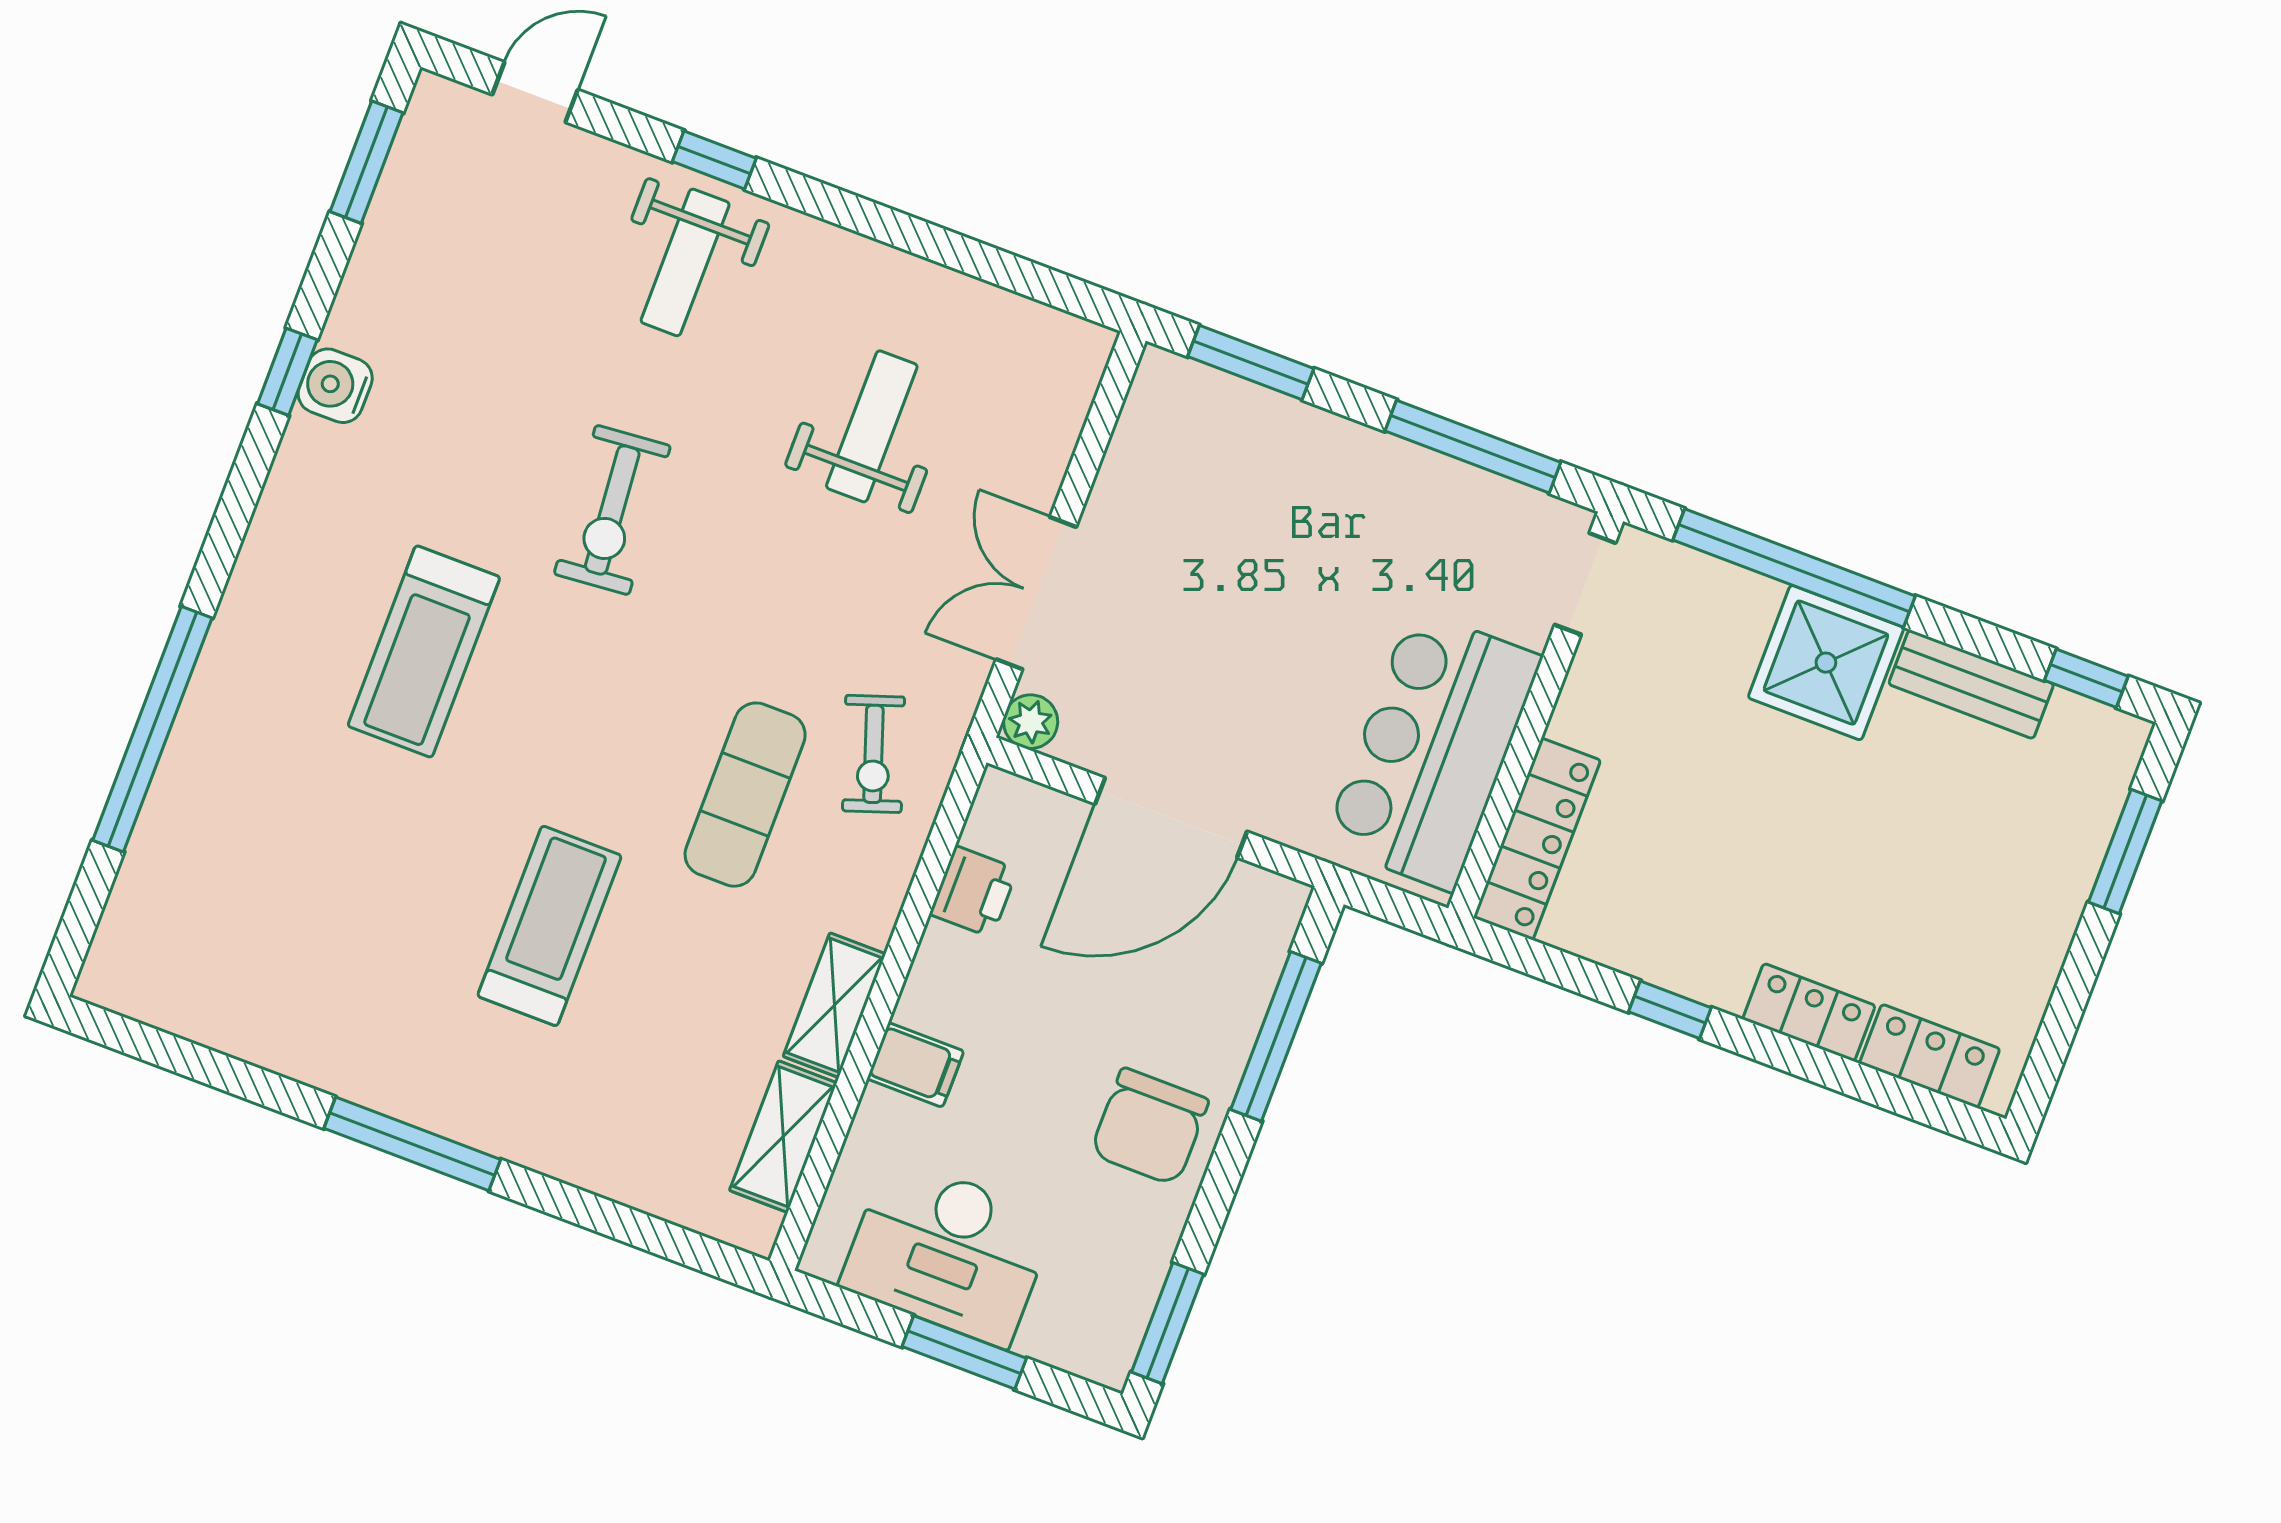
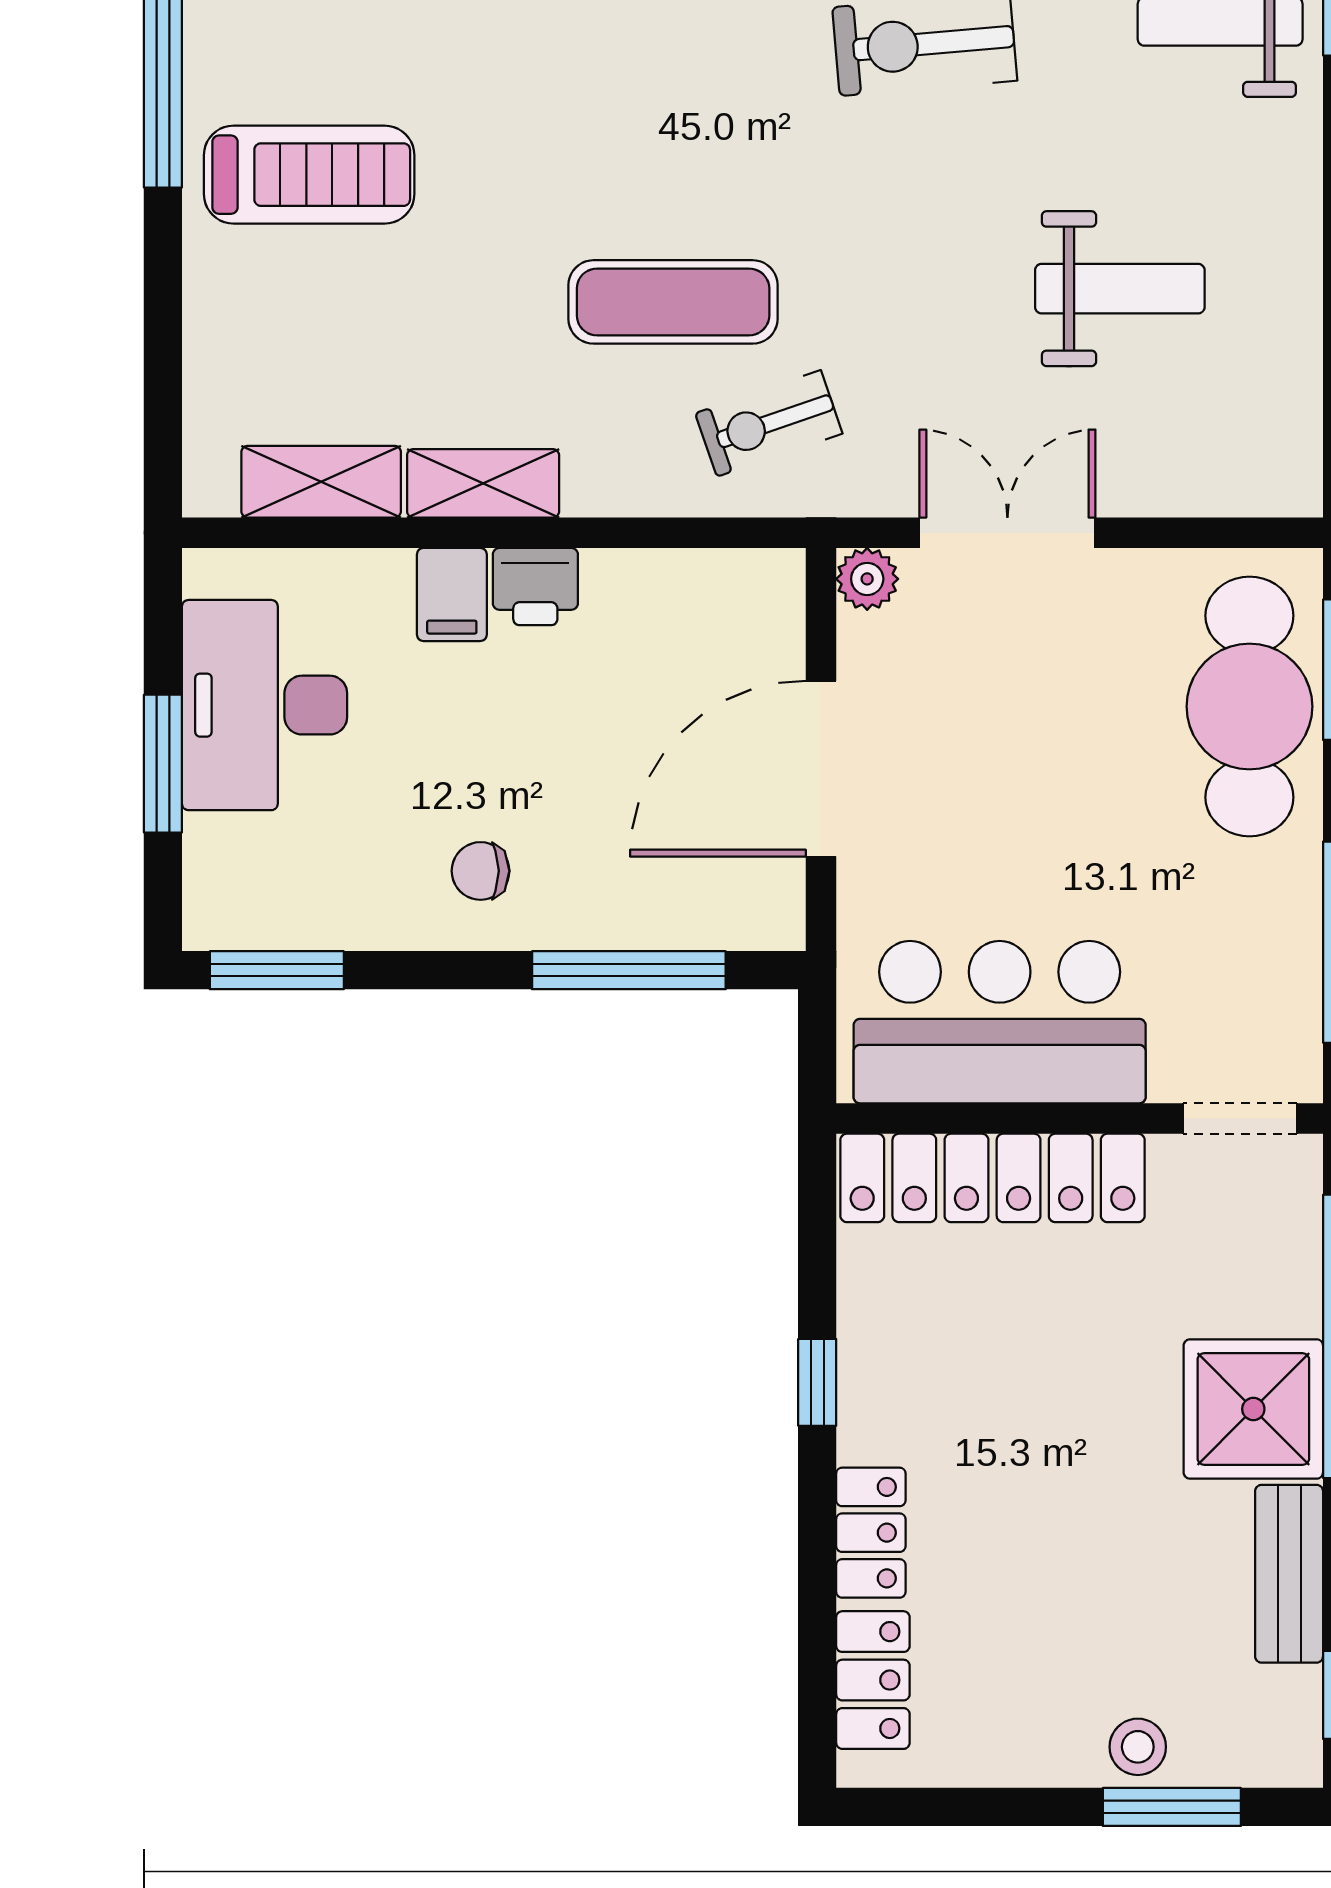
cafe table: (1252, 449) -> (1249, 706), added
door: (1171, 818) -> (821, 769), hinge flipped
locker: (1537, 839) -> (993, 1178), width x1.41, depth x1.21
stool: (2066, 861) -> (1138, 1747), added
printer: (974, 892) -> (535, 587), moved
treadmill: (550, 926) -> (309, 175), moved
chair: (1149, 1127) -> (481, 871), width x0.54, depth x0.54

